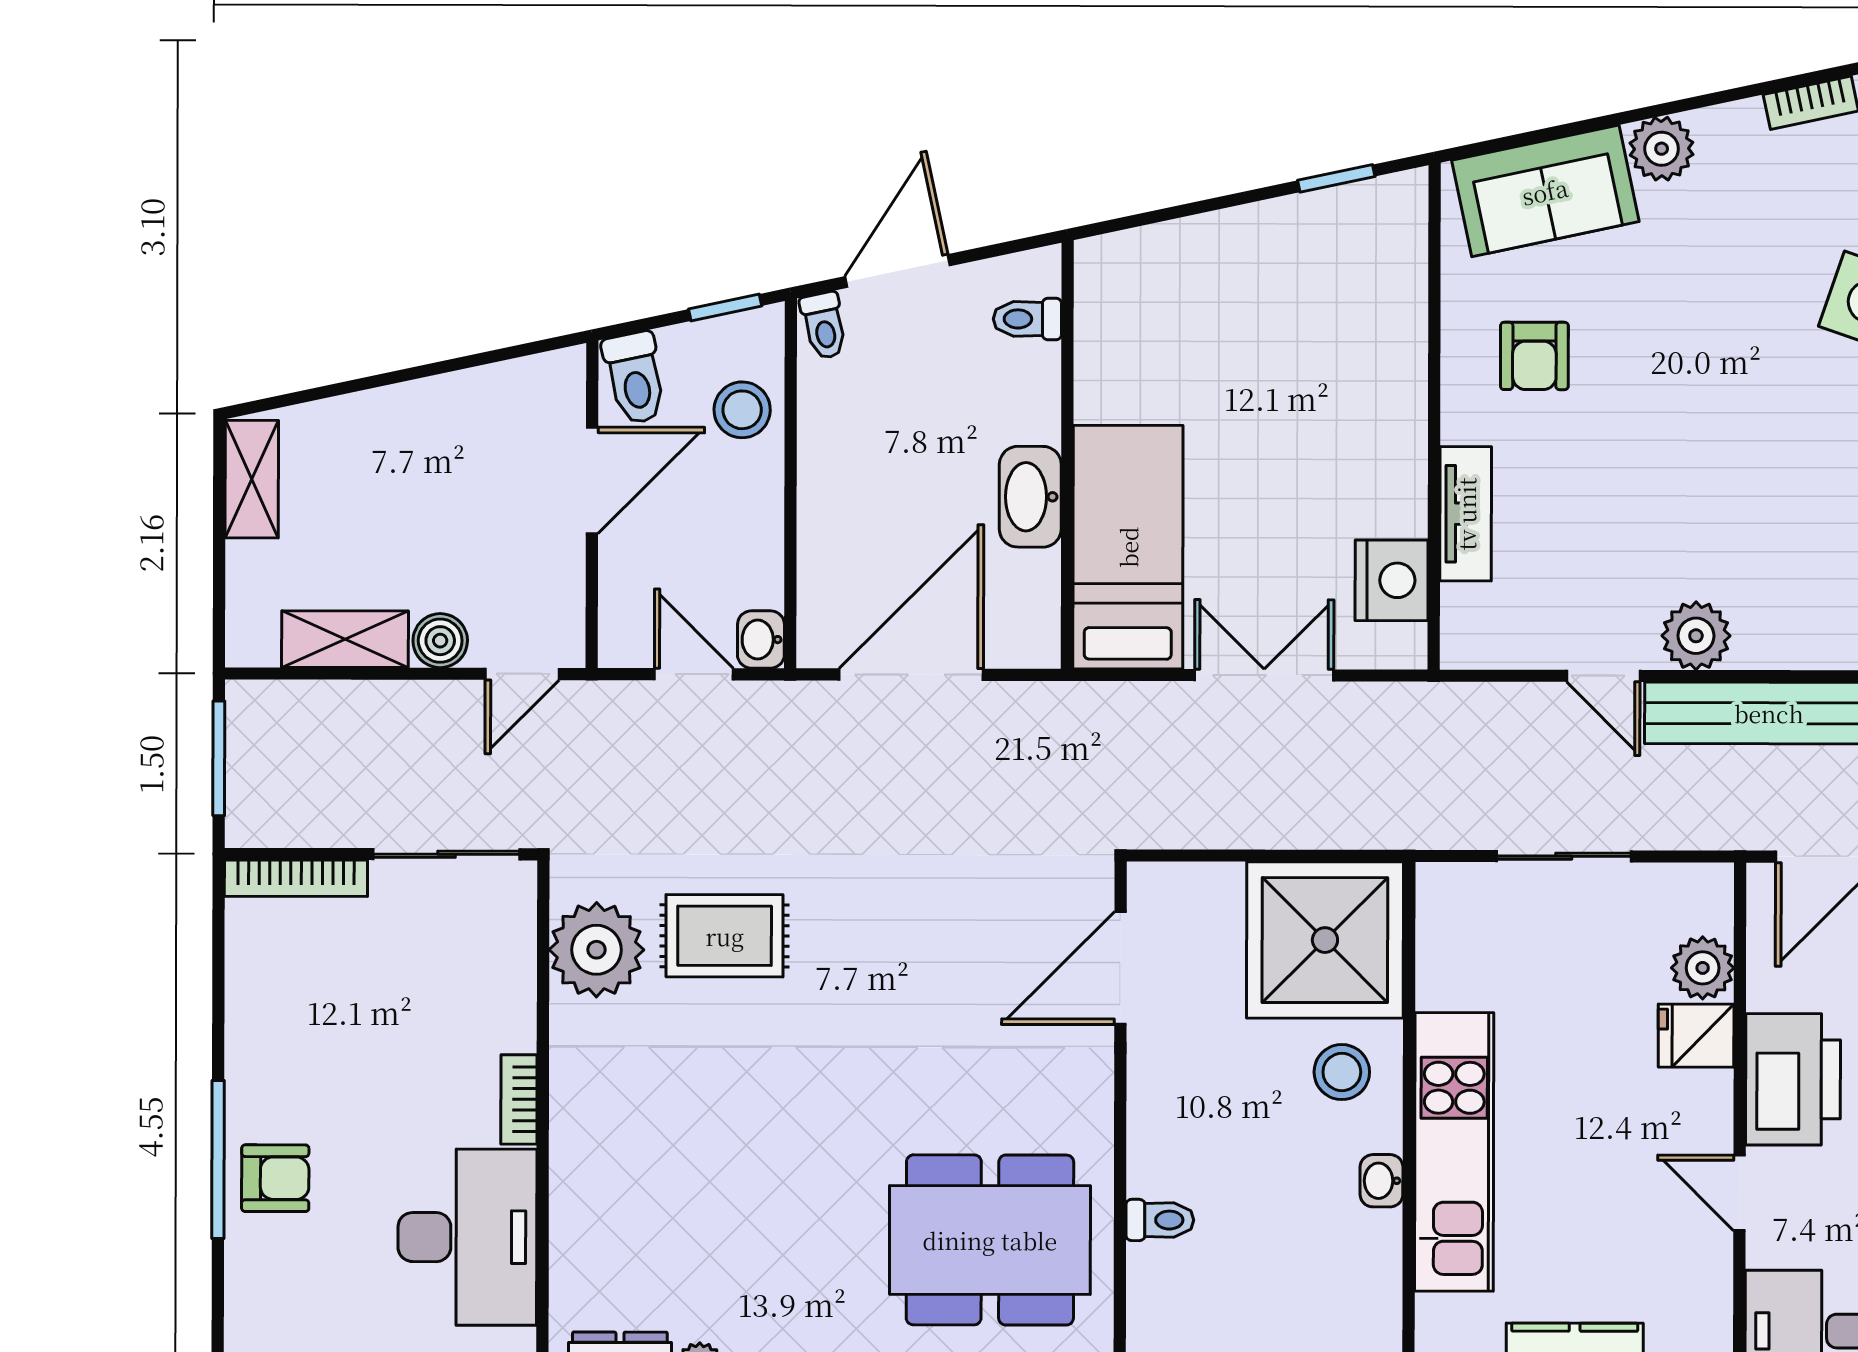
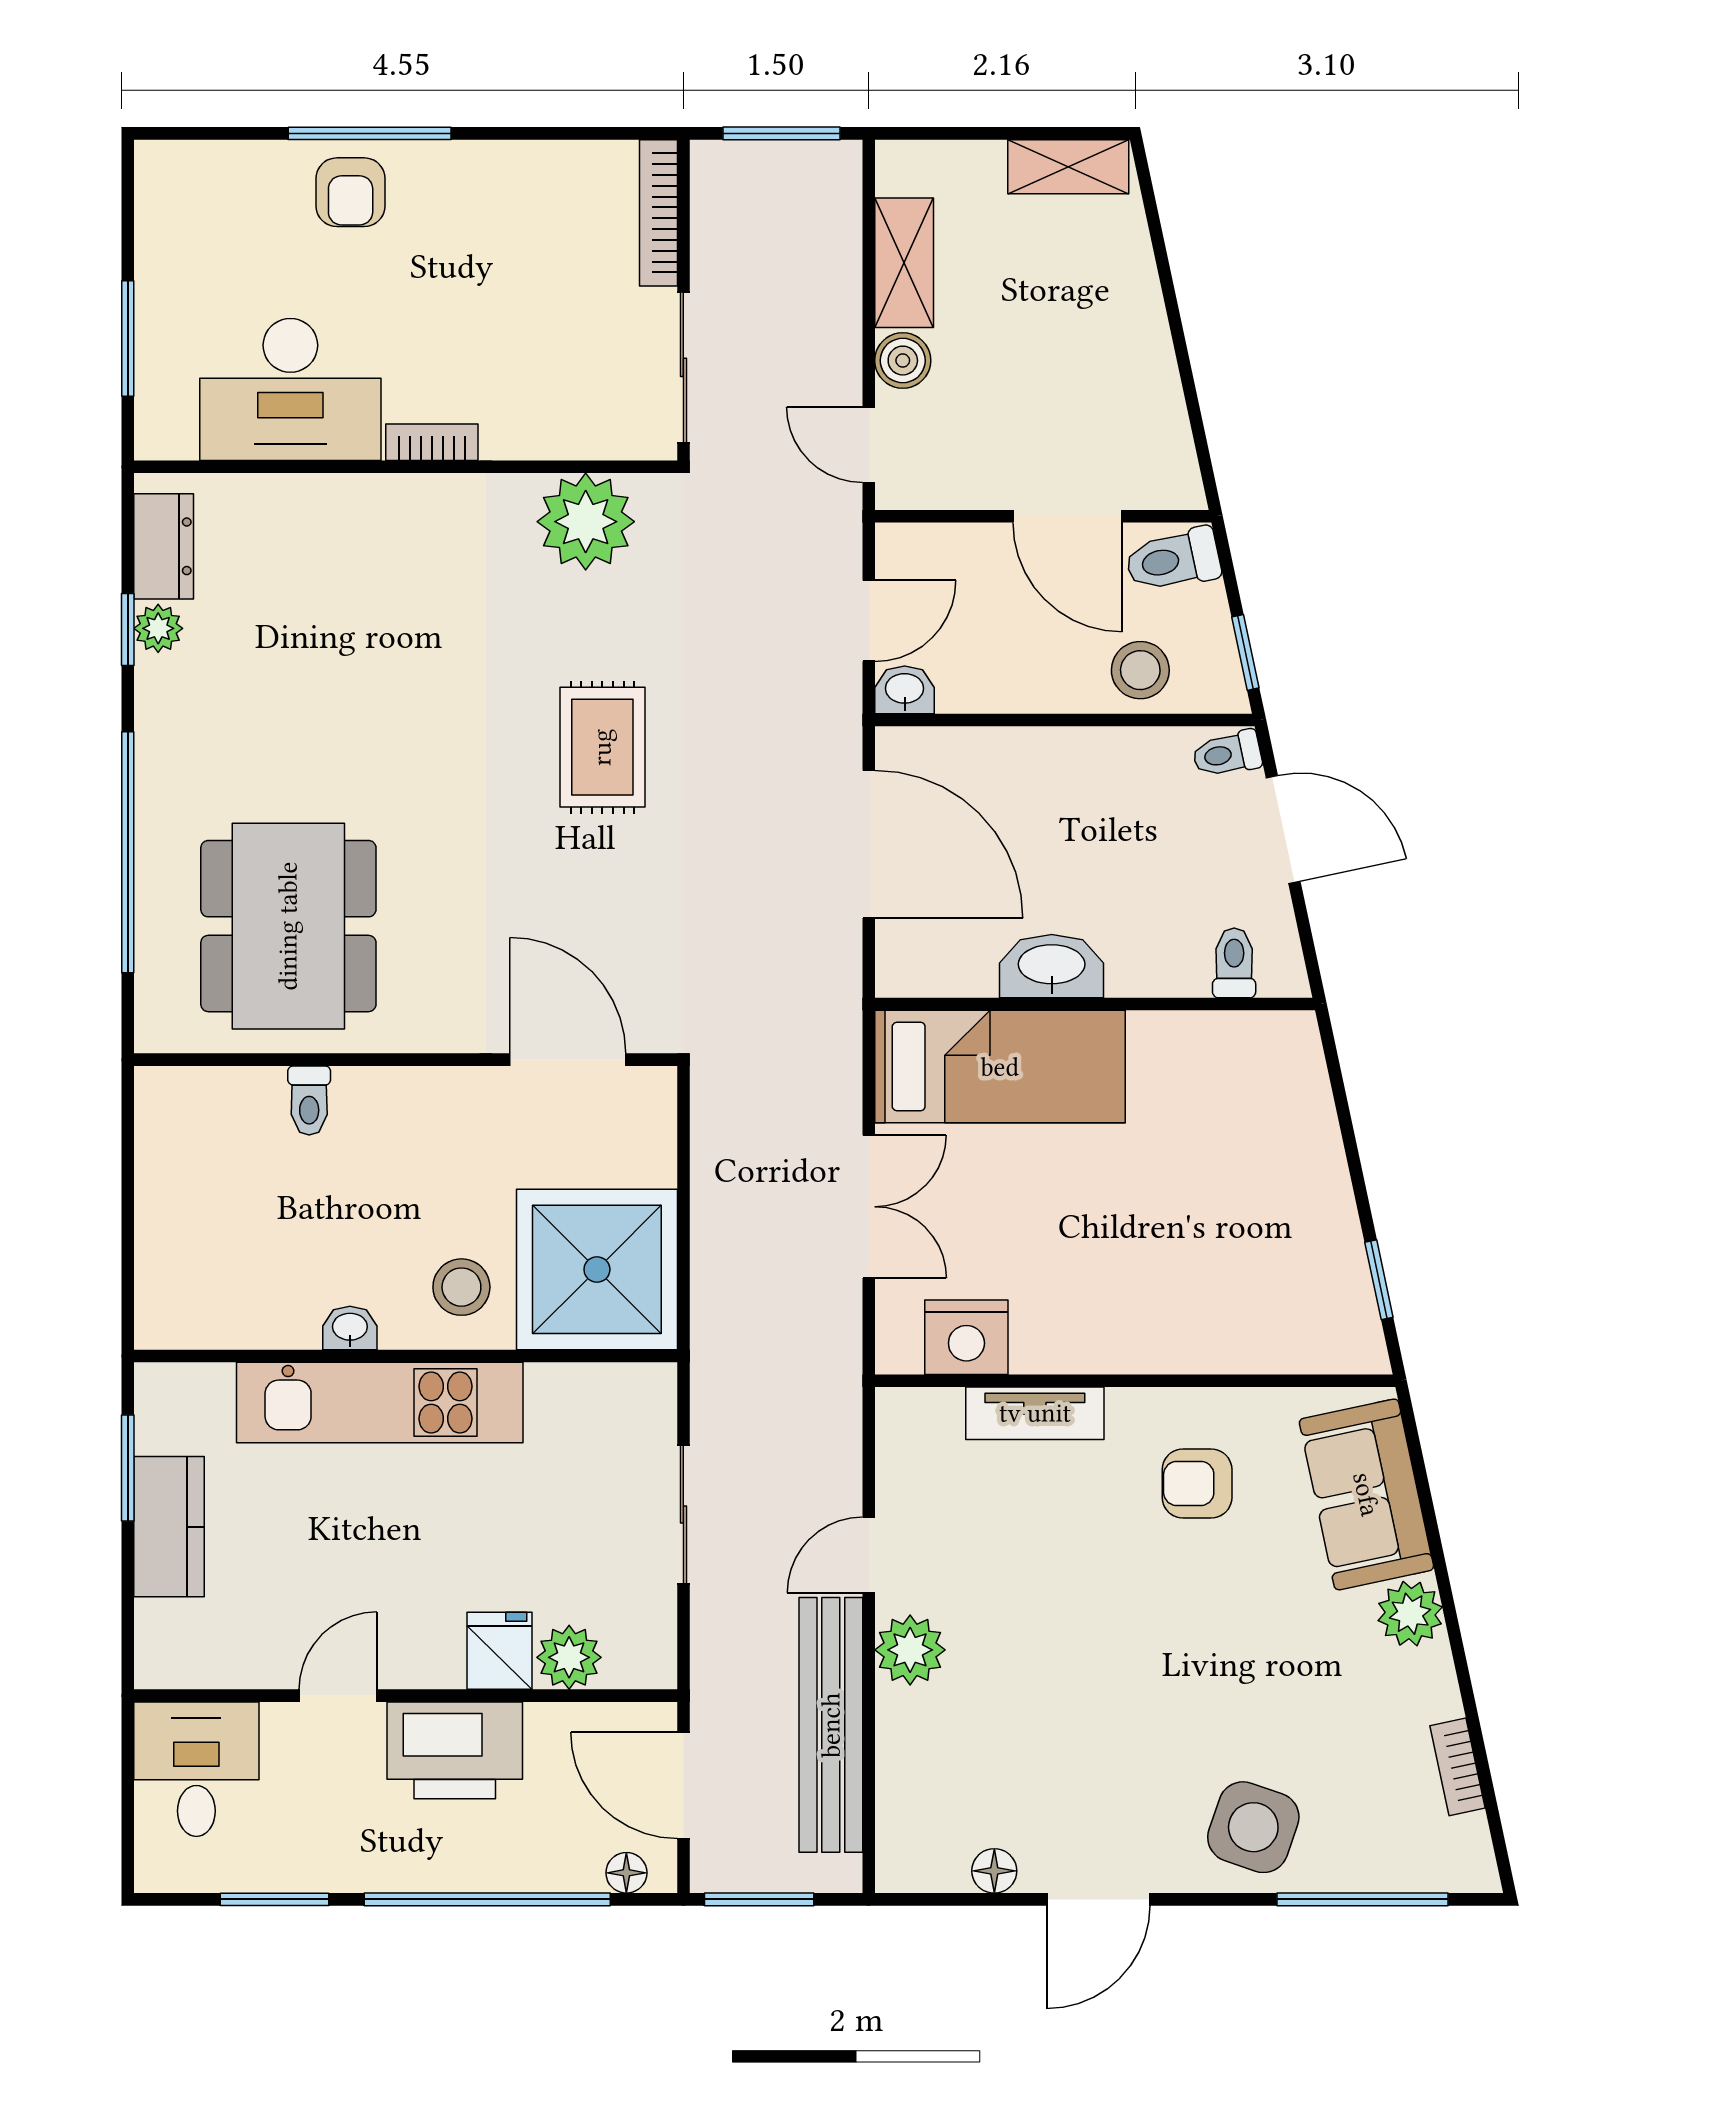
rug: (725, 936) -> (602, 747), moved

